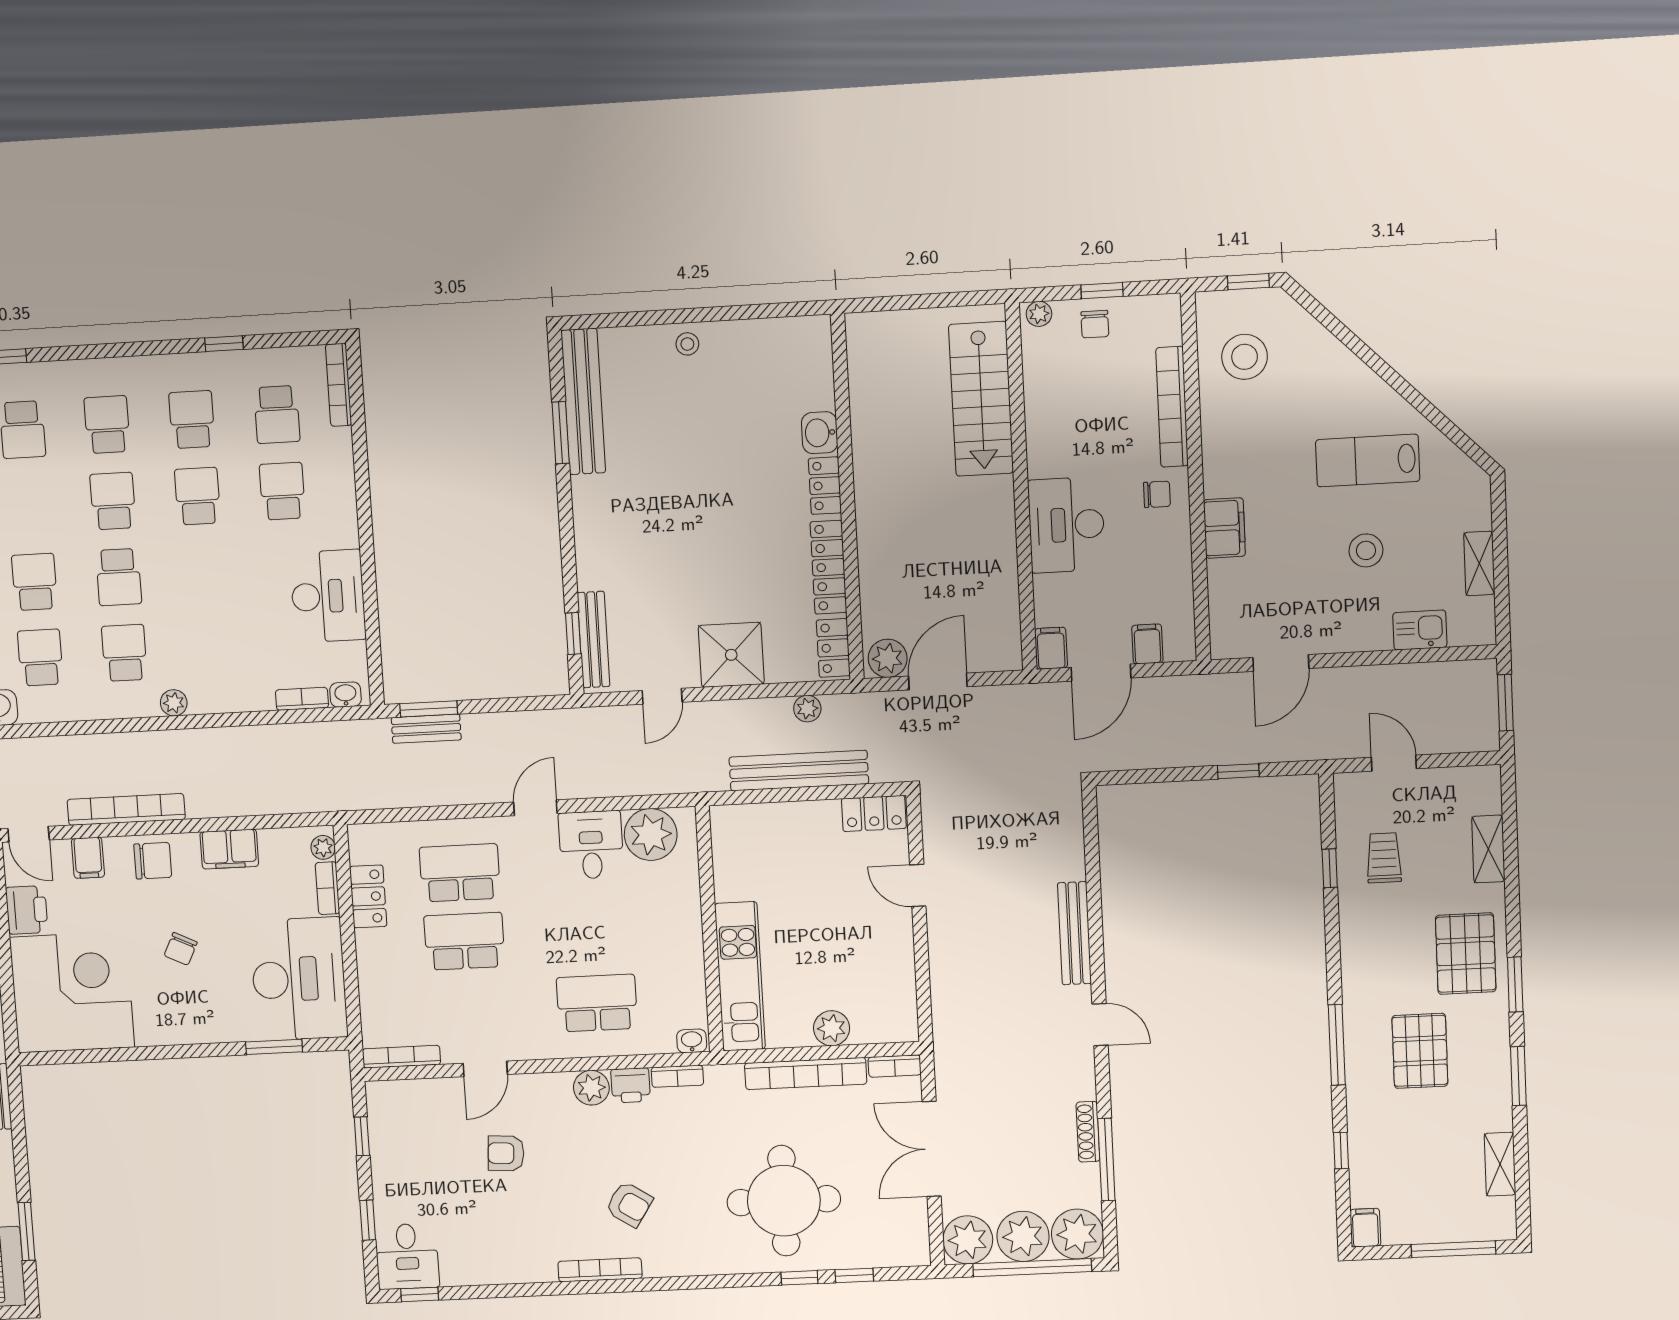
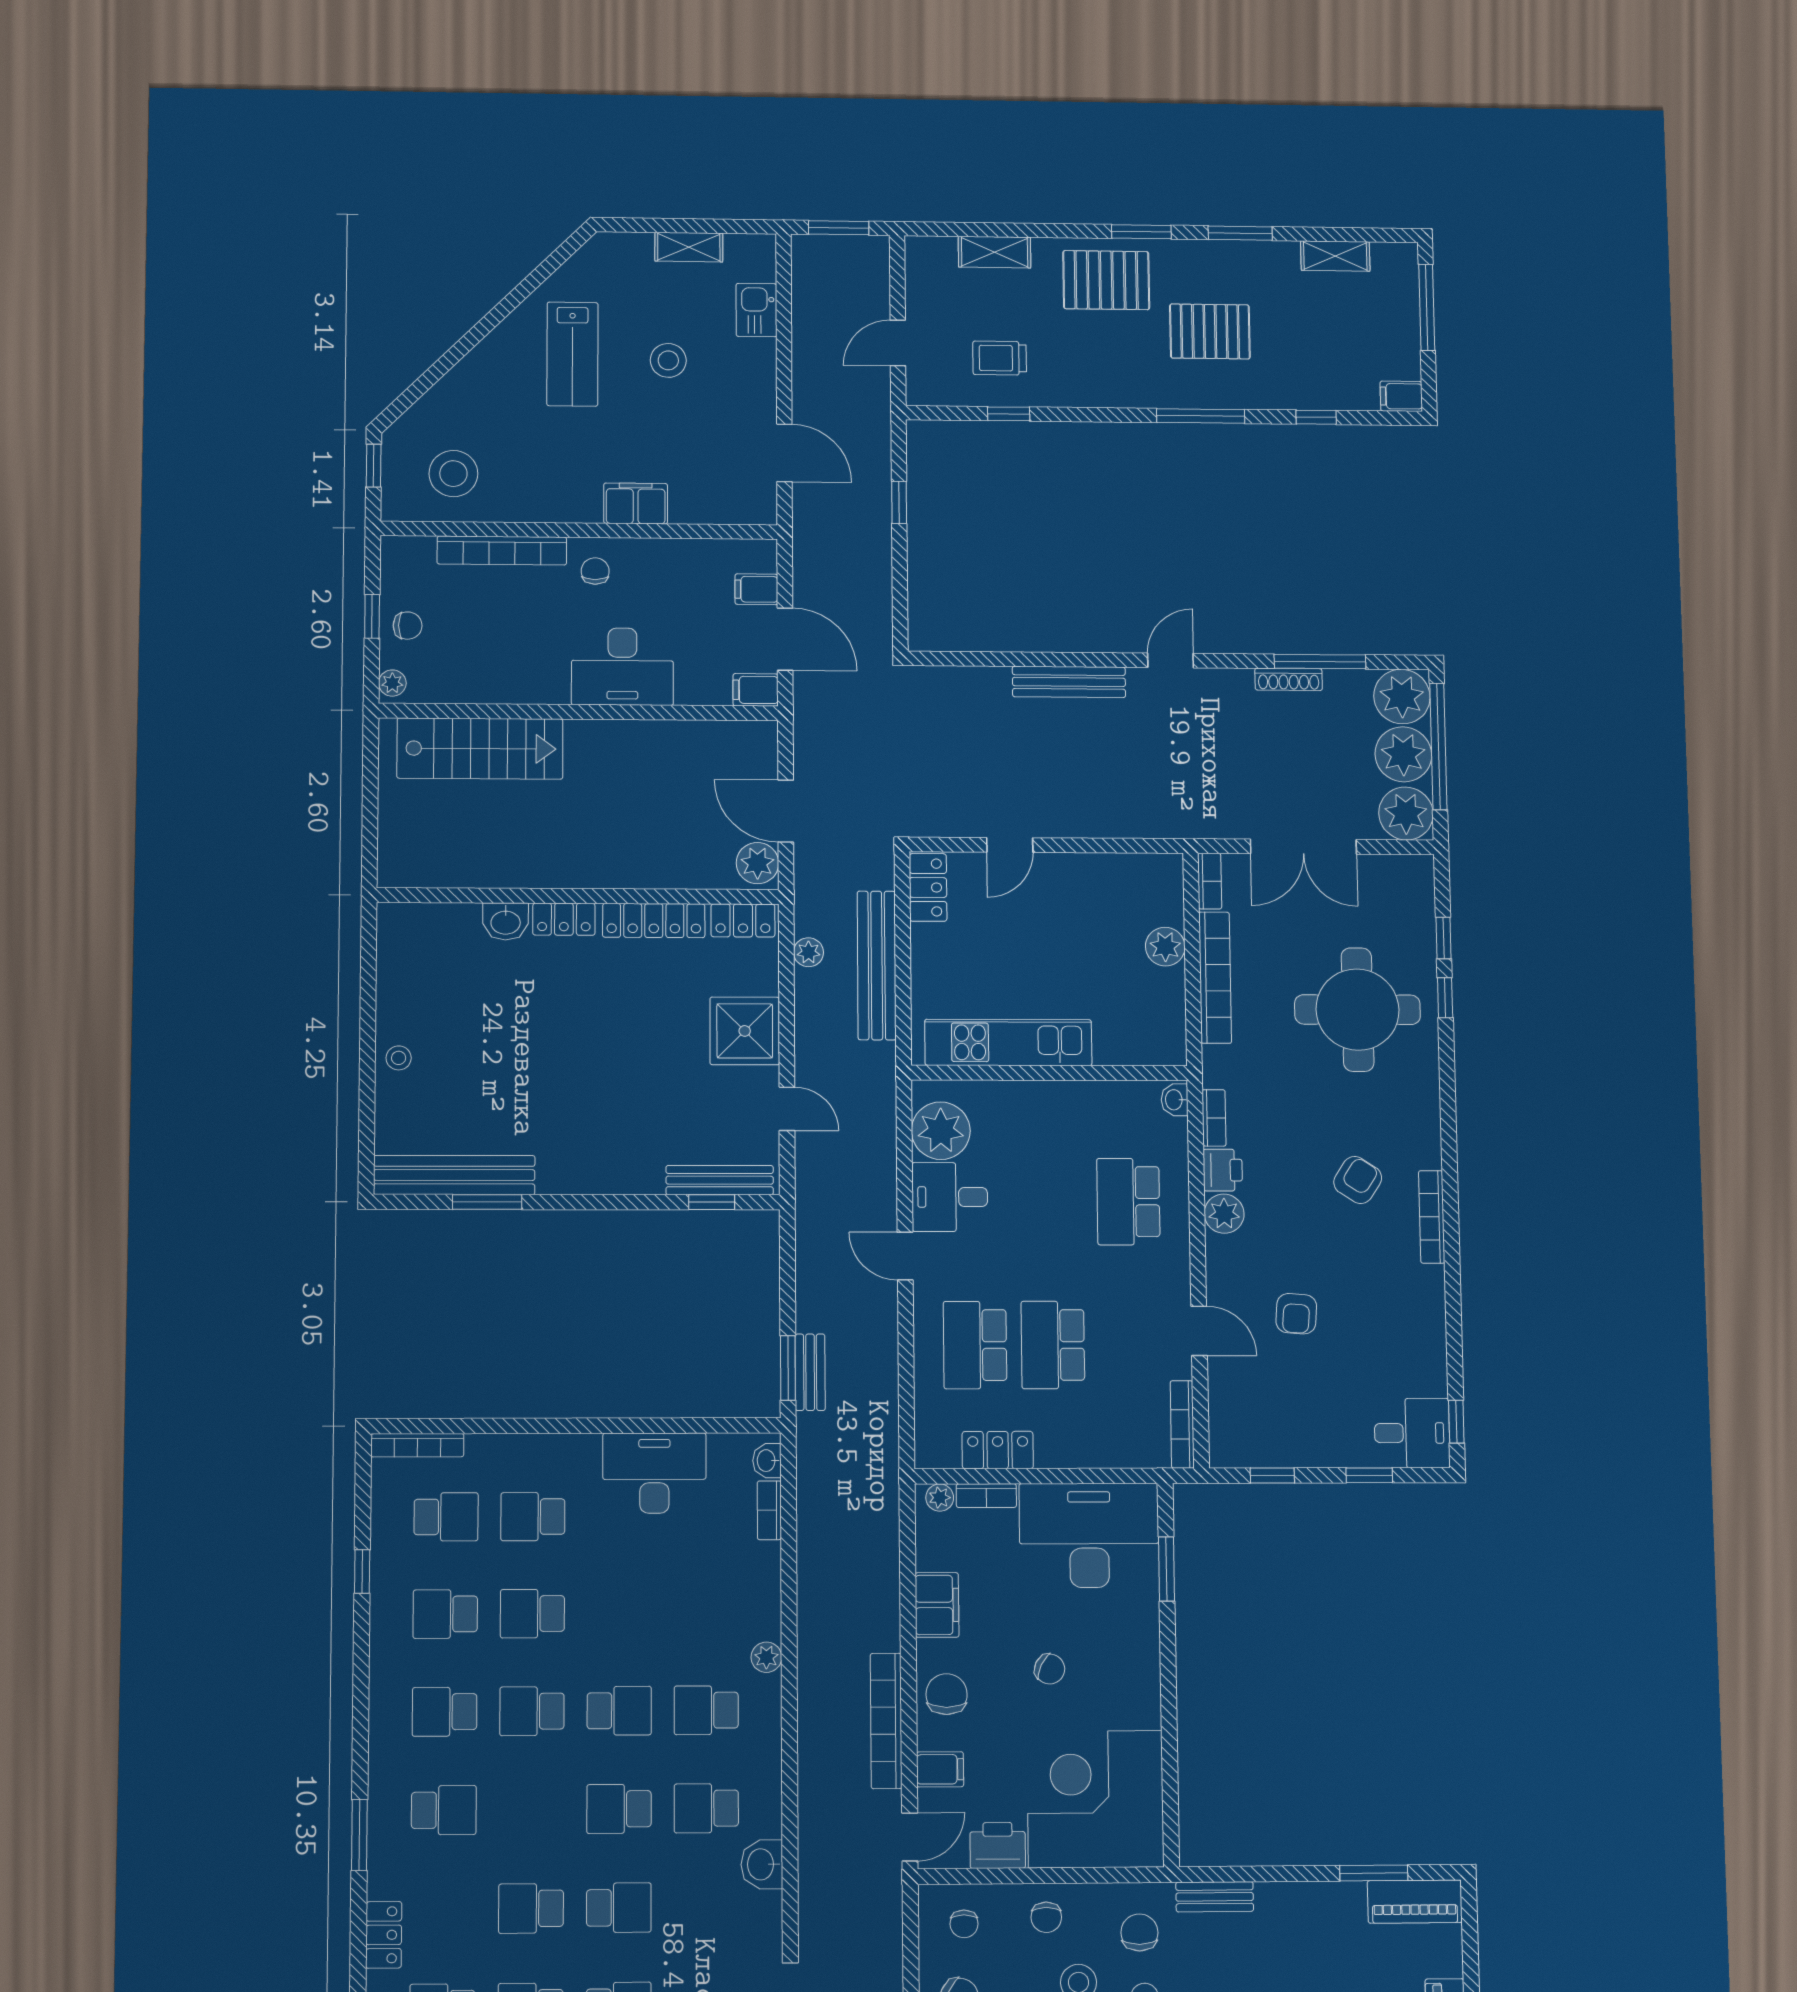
kitchen unit: (740, 976) -> (1008, 1042), moved

